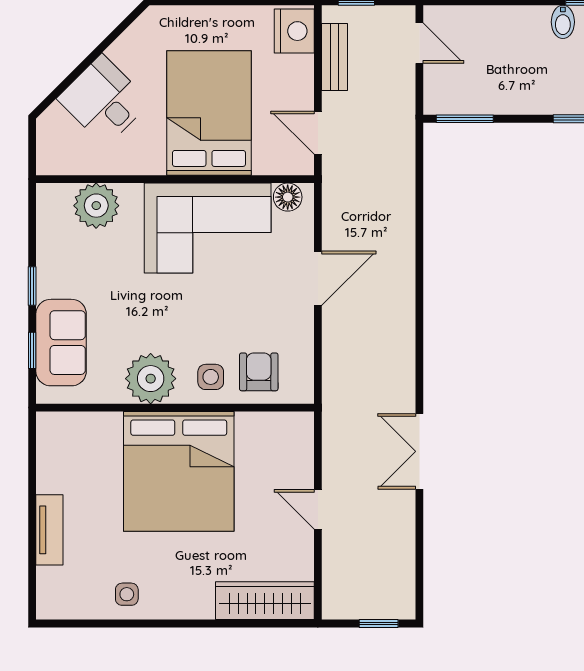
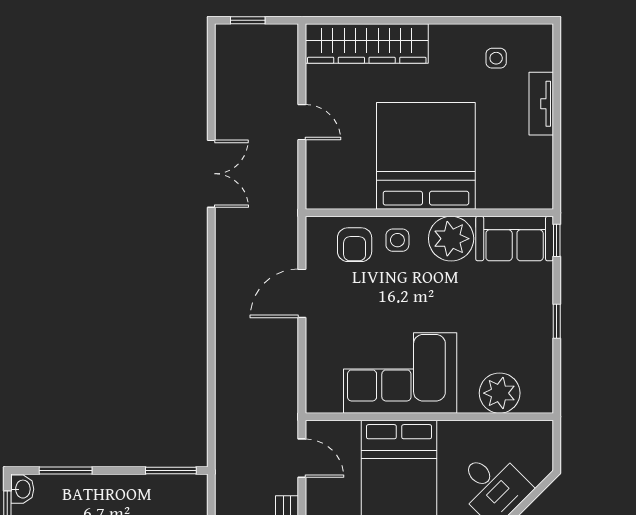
floor lamp: (288, 197) -> (329, 401), removed
door: (318, 278) -> (302, 293), moved
sofa: (61, 343) -> (515, 239), moved, turned -90
window: (32, 350) -> (557, 240), moved
side table: (127, 594) -> (496, 58), moved
wardrobe: (265, 601) -> (367, 44), width x1.40, depth x1.17

